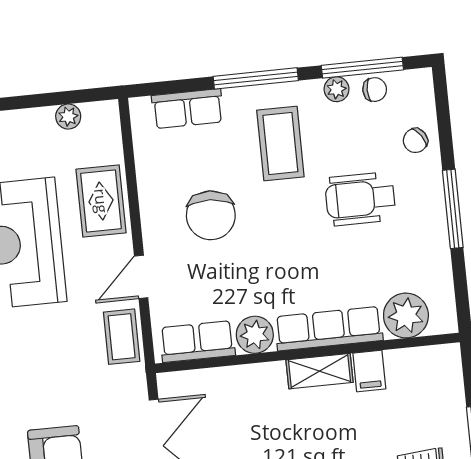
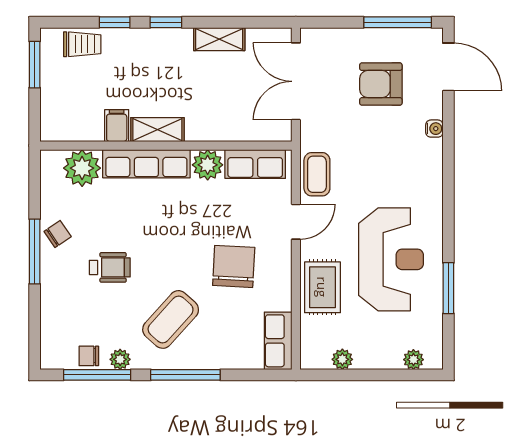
row of seats: (188, 109) -> (278, 341), moved, turned -90
chair: (415, 141) -> (58, 234), moved
coffee table: (280, 143) -> (171, 319), turned 42
wheelchair: (360, 199) -> (110, 267), width x0.73, depth x0.73

